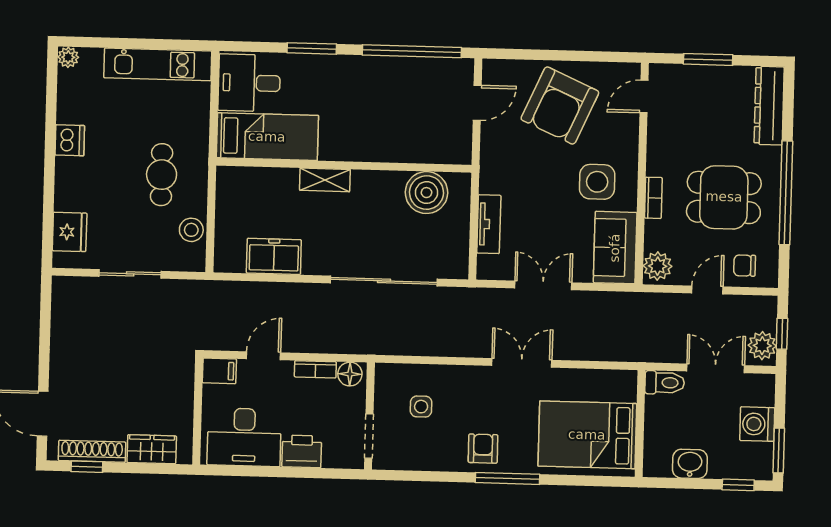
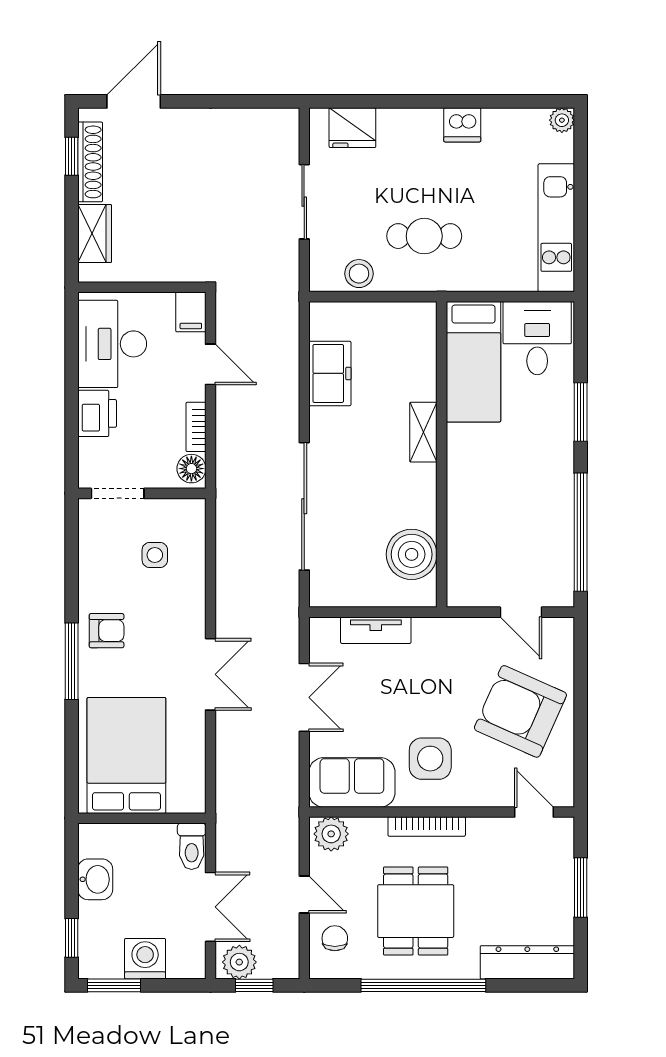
bookcase: (653, 198) -> (427, 827), width x1.56

